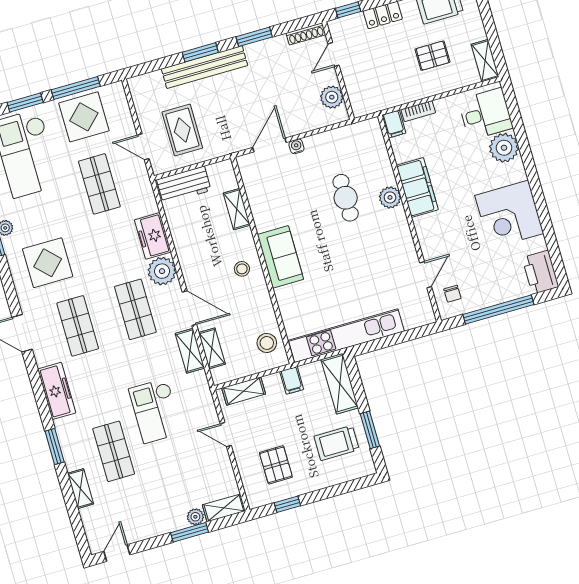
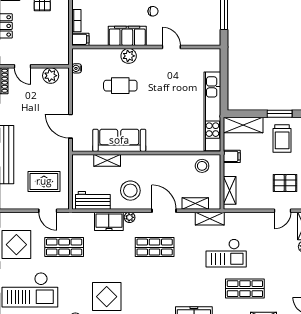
water cooler: (296, 146) -> (77, 68), moved
door: (143, 147) -> (48, 211), hinge flipped
workbench: (184, 185) -> (93, 200), moved, turned -90
sofa: (280, 257) -> (119, 140), moved, width x1.36
stool: (242, 269) -> (130, 191), moved, width x1.89, depth x1.89
plant: (162, 271) -> (130, 217), width x0.53, depth x0.53
door: (426, 275) -> (171, 47), moved
chair: (452, 294) -> (153, 11), moved
door: (189, 308) -> (164, 211), hinge flipped
shop shelf: (78, 326) -> (155, 289), removed
shelving: (190, 351) -> (210, 219), moved
door: (226, 435) -> (283, 211), moved

